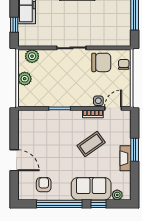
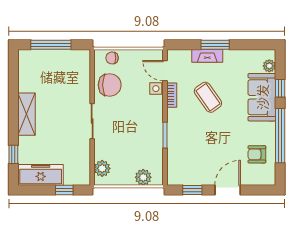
chair: (101, 62) -> (110, 85), turned 90
plant: (25, 79) -> (143, 177), moved
window: (14, 131) -> (192, 190), added
fireplace: (125, 158) -> (207, 56), moved

